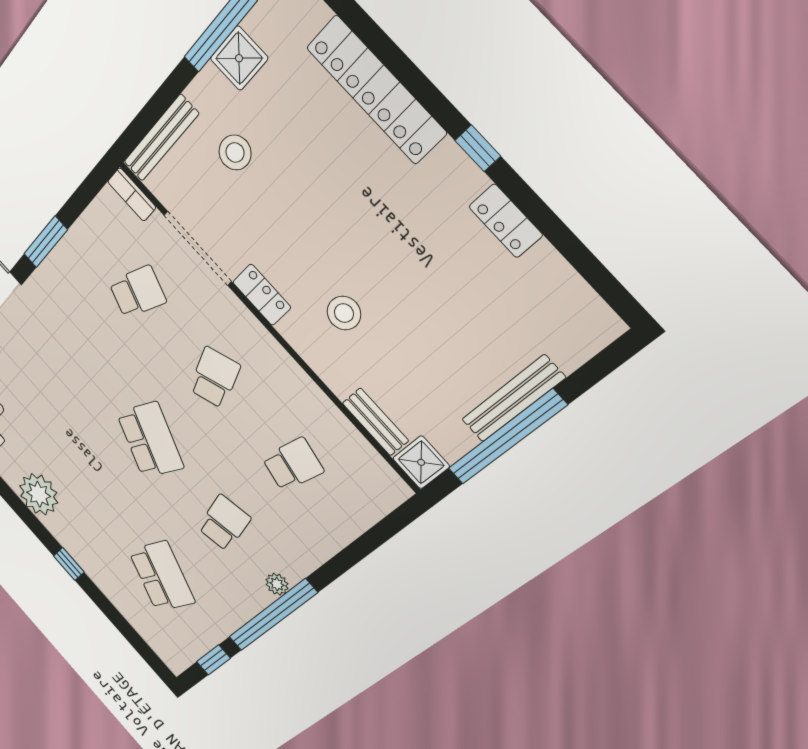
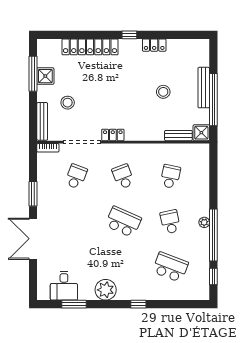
stool: (344, 313) -> (163, 92), moved

